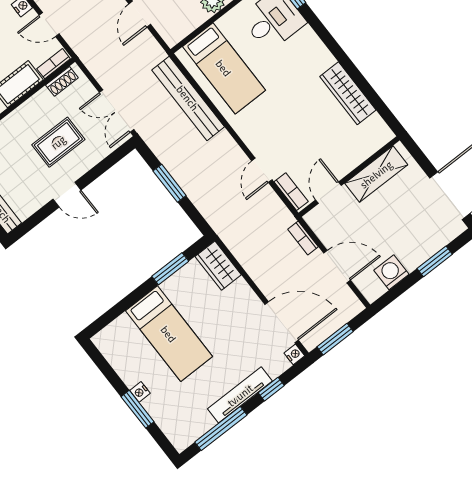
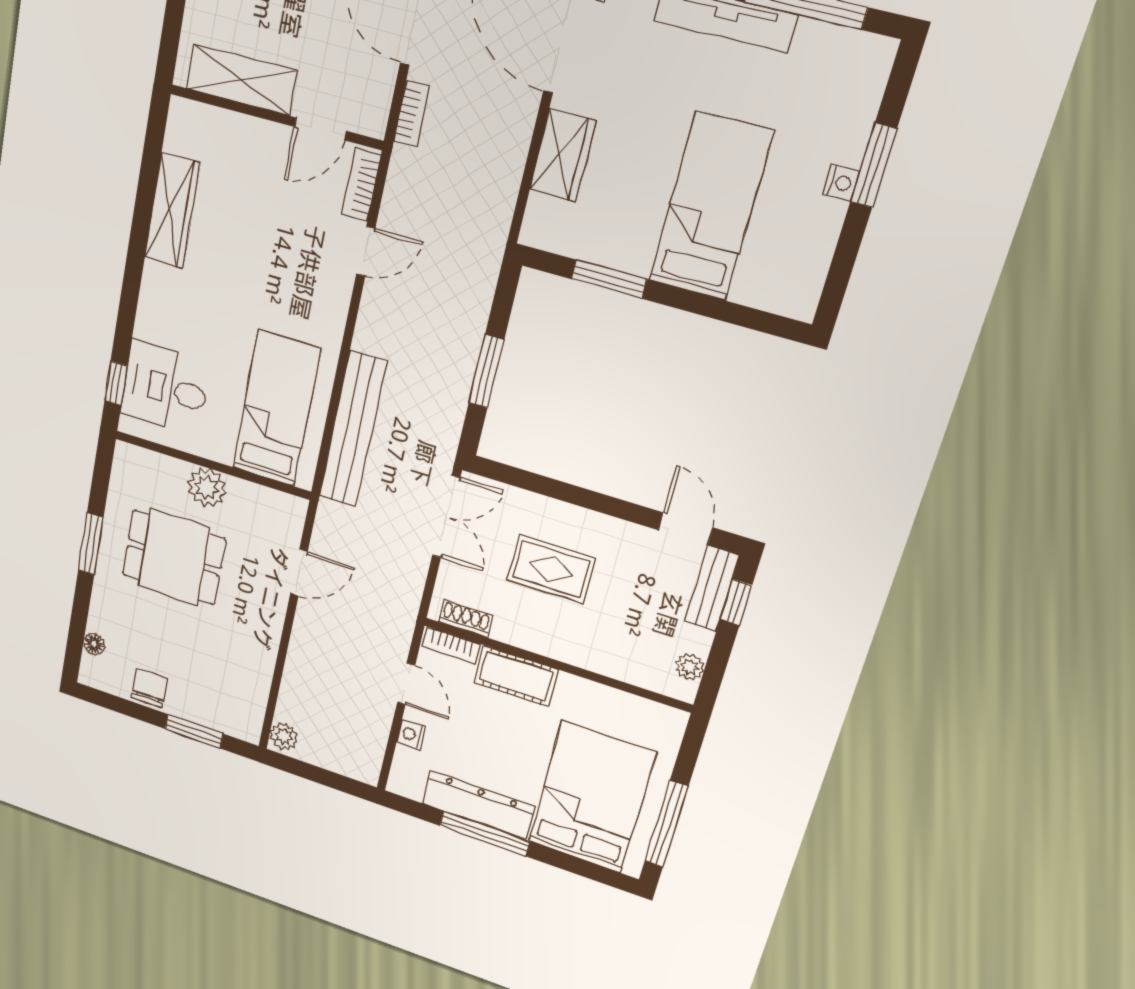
door: (67, 195) -> (685, 529), moved
wardrobe: (218, 266) -> (563, 155), moved

